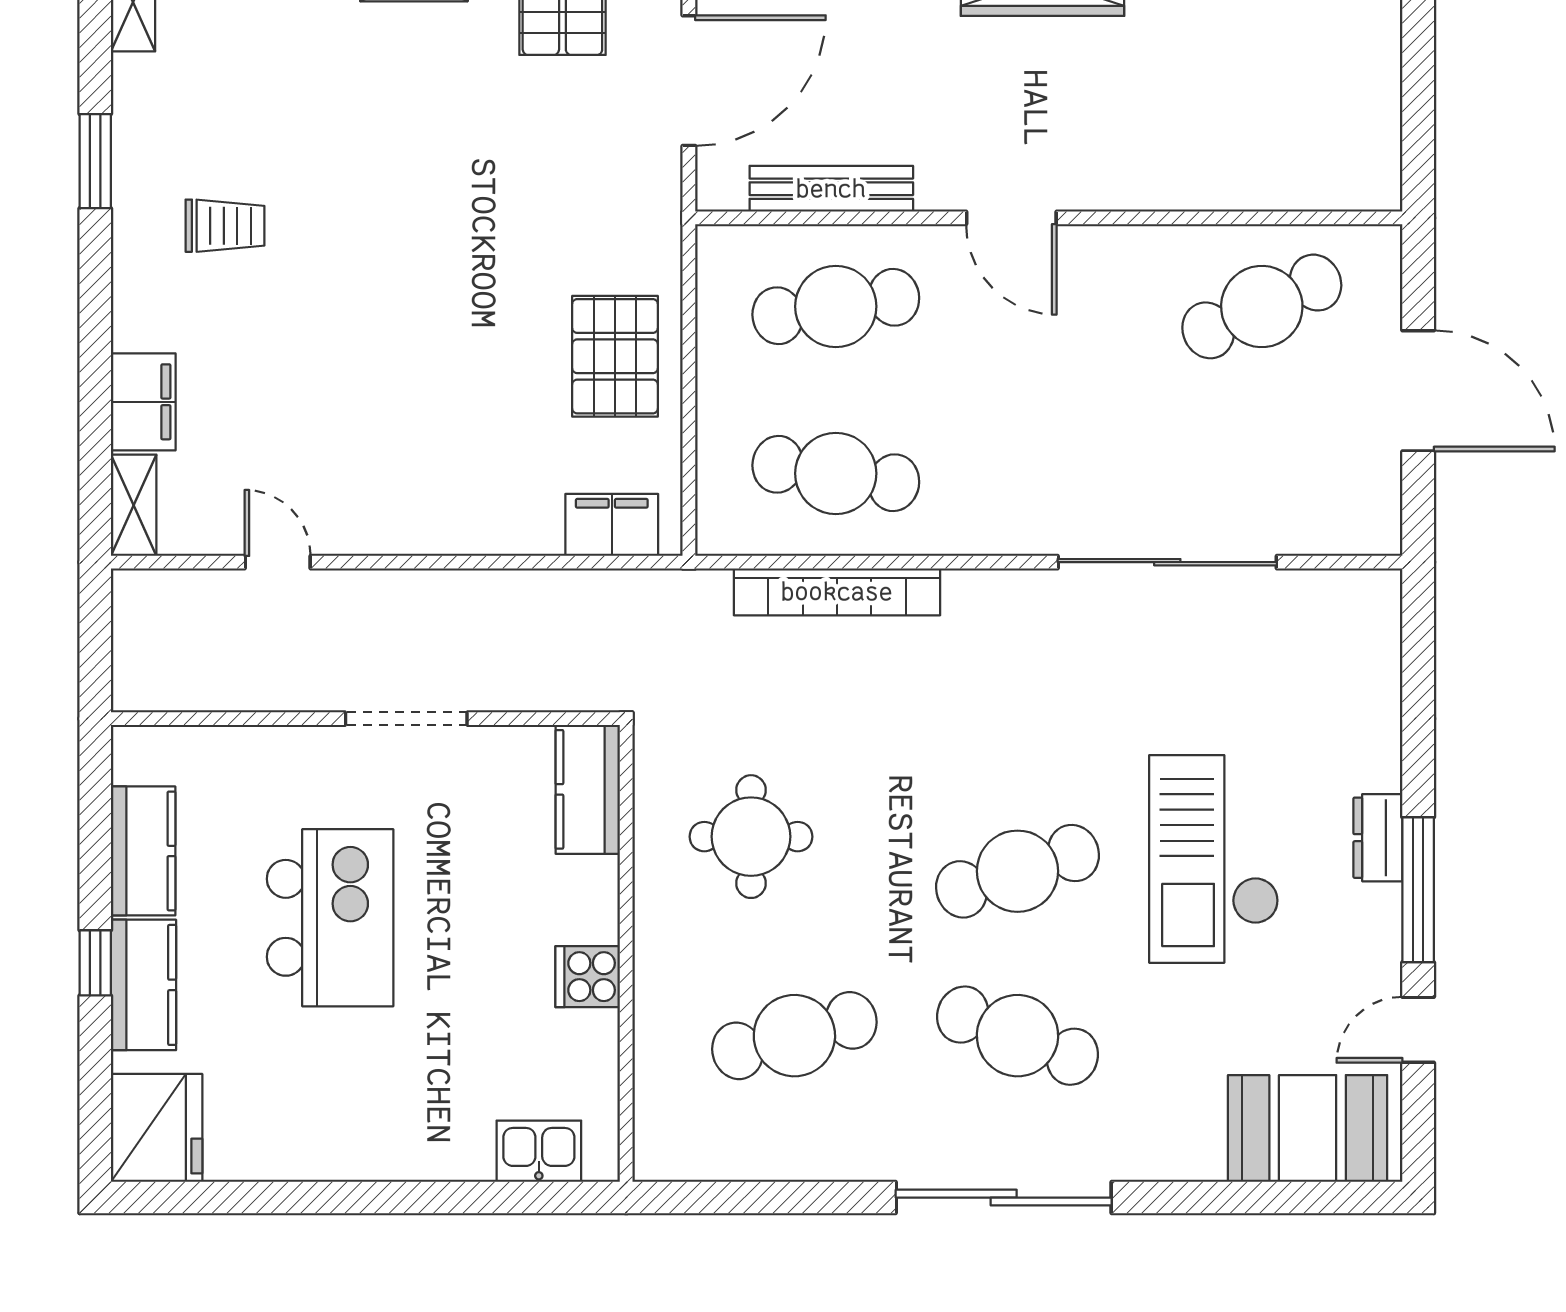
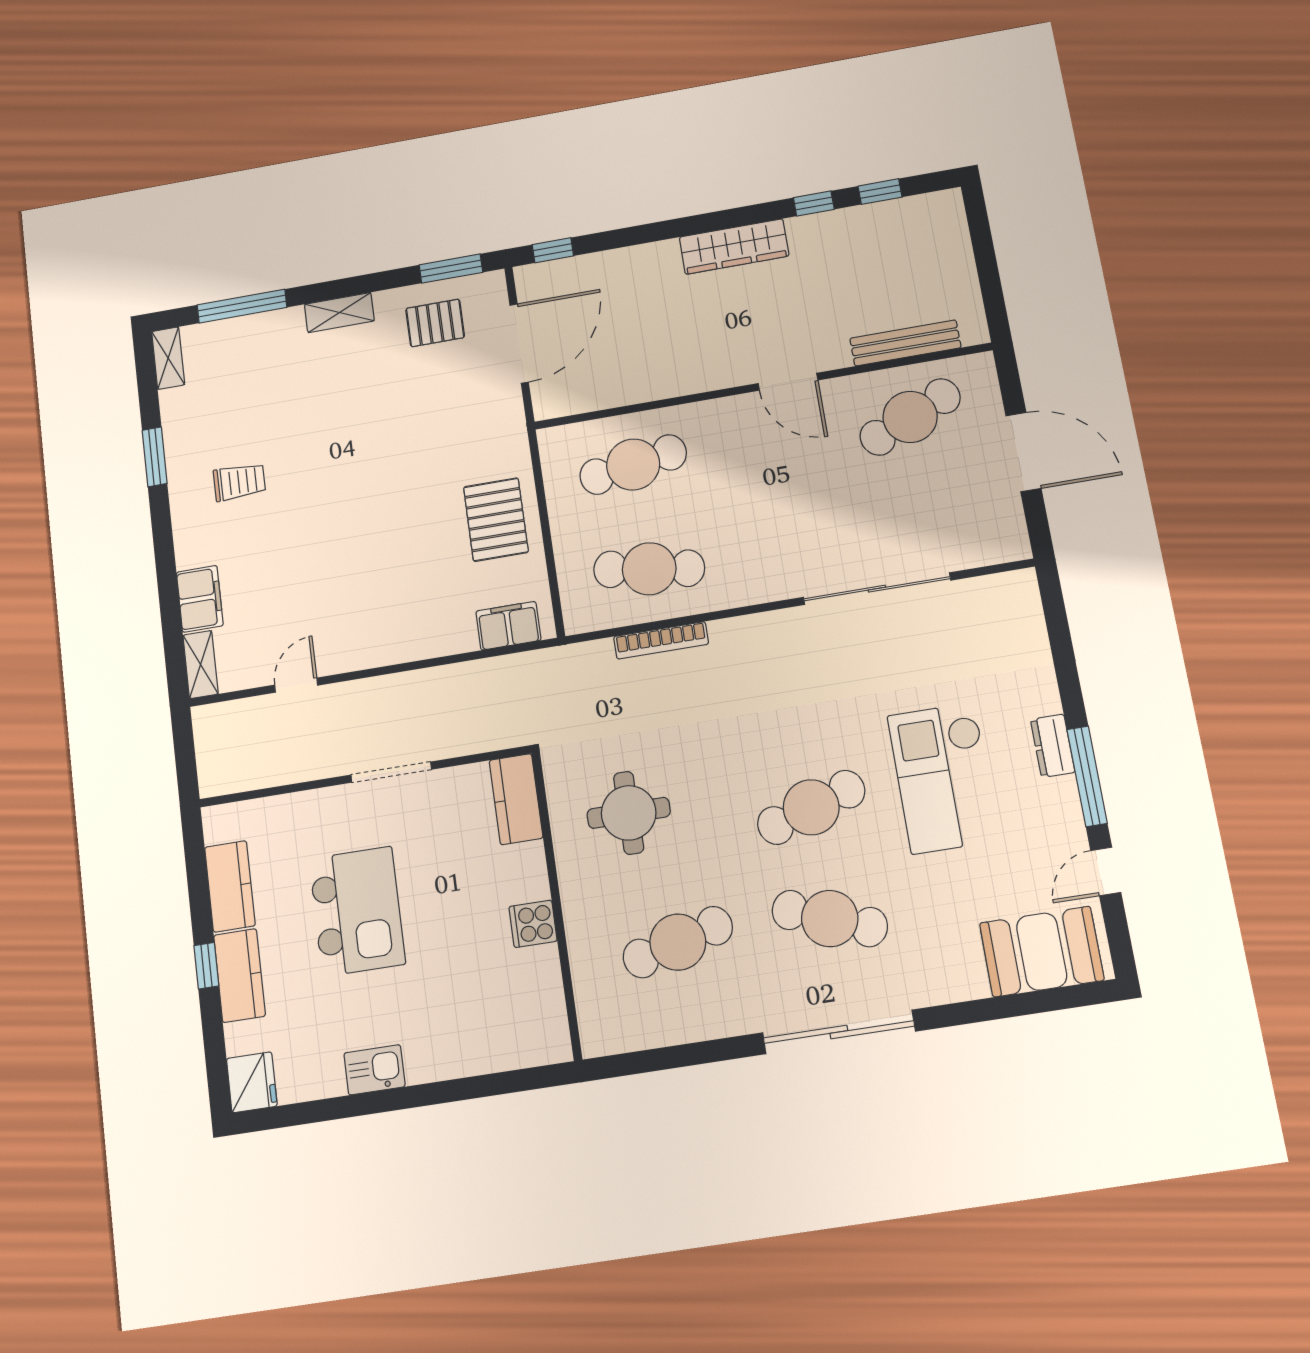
bench: (831, 189) -> (905, 343), moved
door: (1011, 218) -> (788, 382), moved
door: (278, 562) -> (296, 685), hinge flipped
bookcase: (837, 592) -> (661, 640), width x0.68, depth x0.76
fridge: (157, 1128) -> (252, 1082), width x0.73, depth x0.75
kitchen sink: (539, 1151) -> (374, 1070), moved

